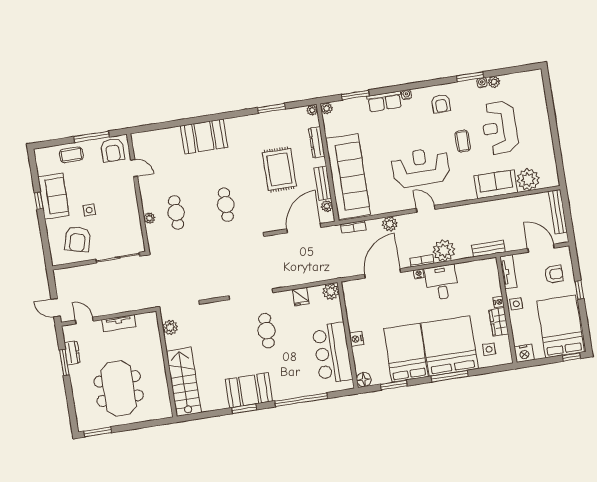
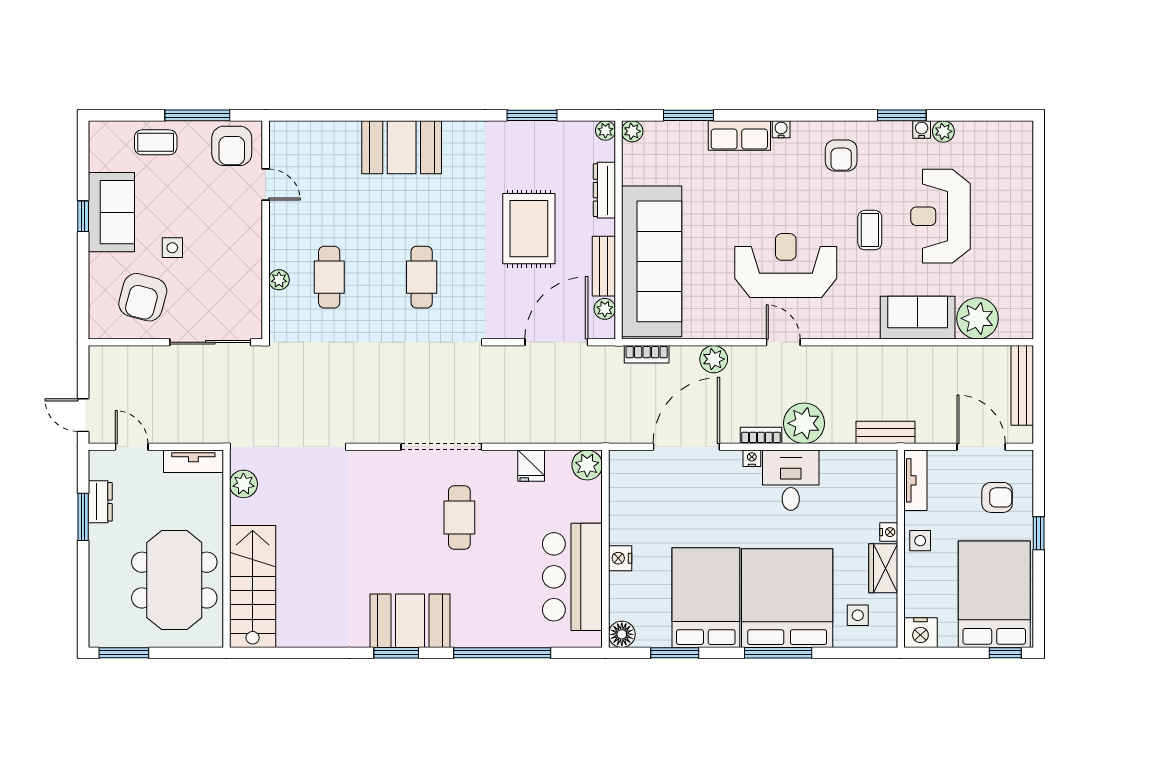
plant: (170, 327) -> (243, 484), moved
wall: (166, 364) -> (226, 549), moved
stairs: (184, 382) -> (253, 586), moved

